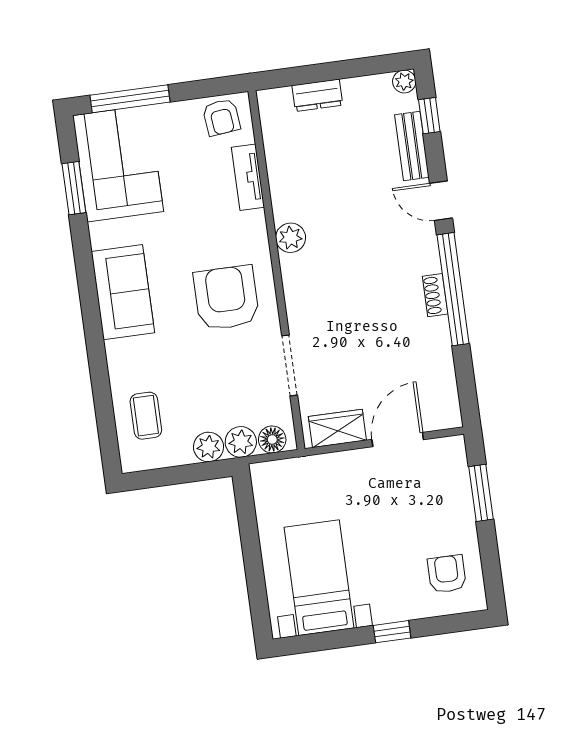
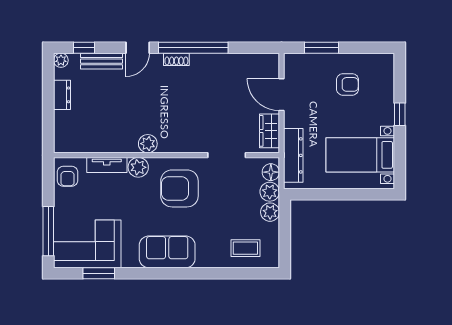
dresser: (317, 95) -> (62, 95), moved
armchair: (221, 117) -> (67, 176), turned 96
plant: (251, 228) -> (138, 167), added
shoe rack: (435, 295) -> (176, 59), moved
dresser: (304, 471) -> (293, 155), added
armchair: (447, 574) -> (348, 84), moved, turned 180

